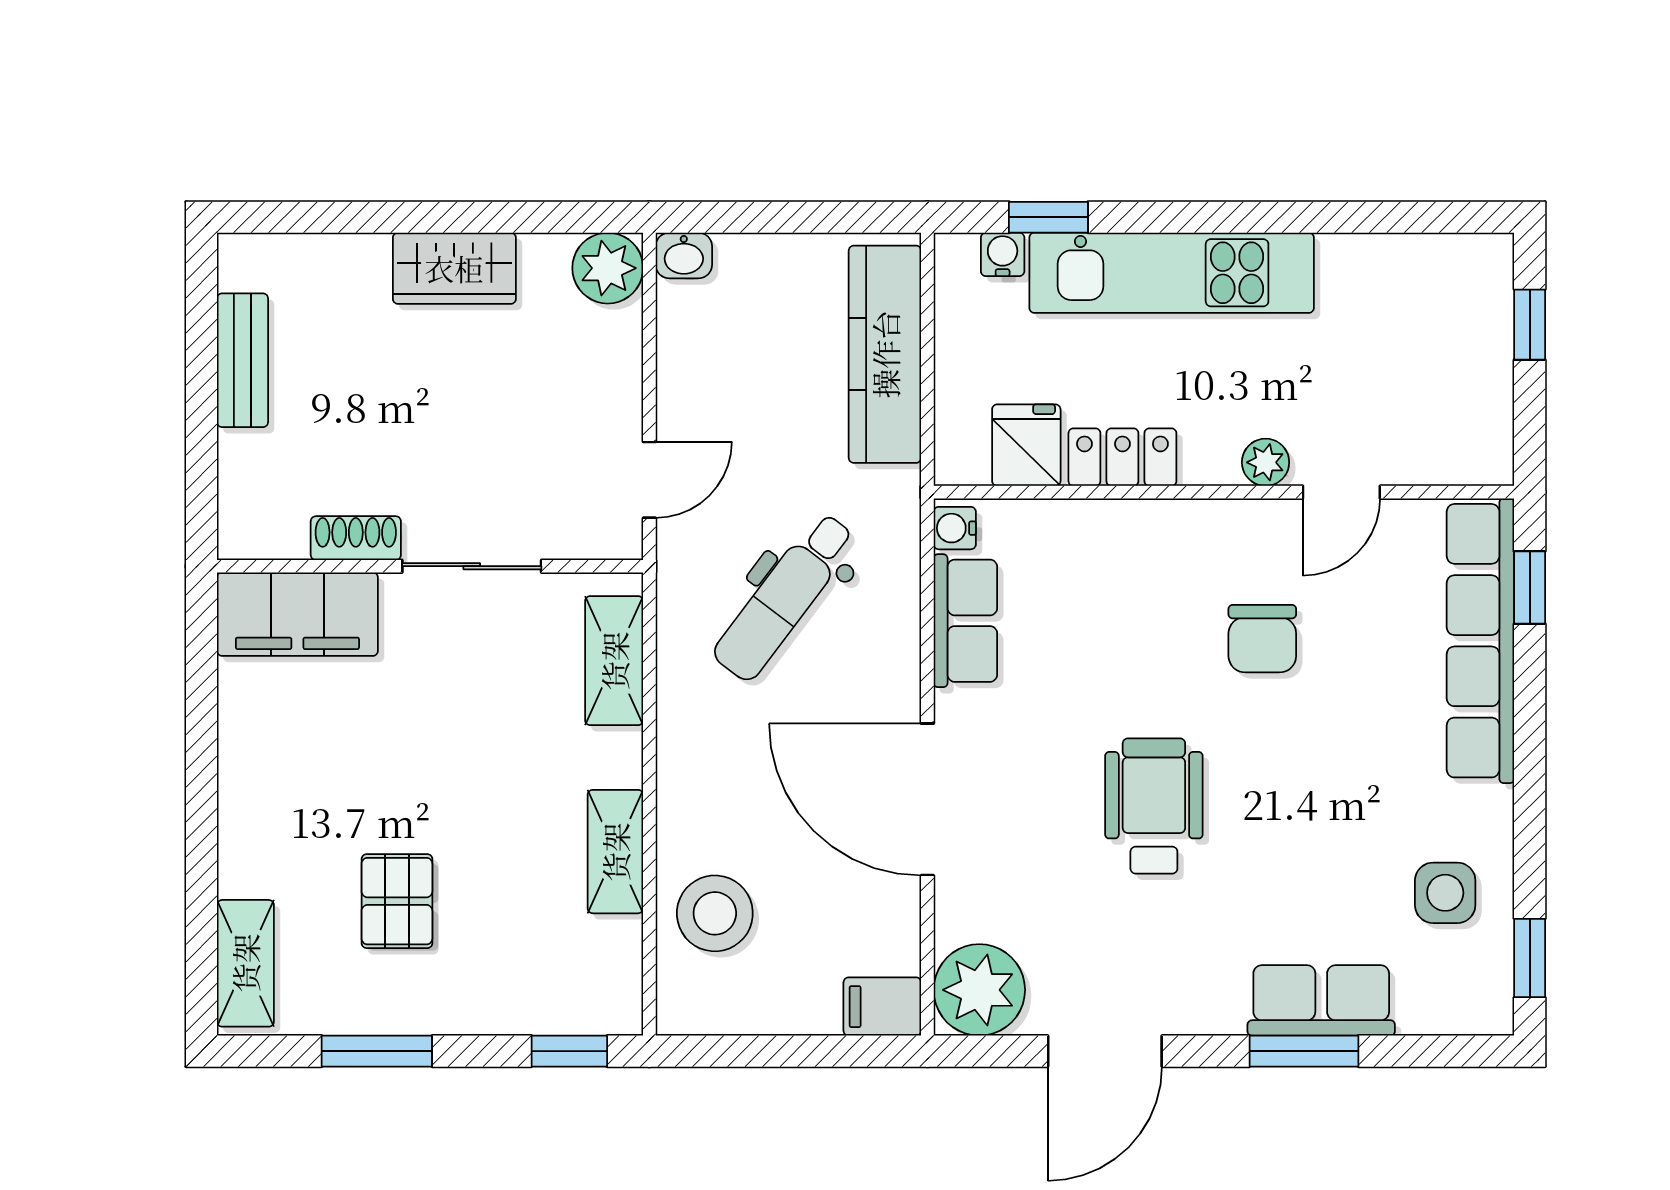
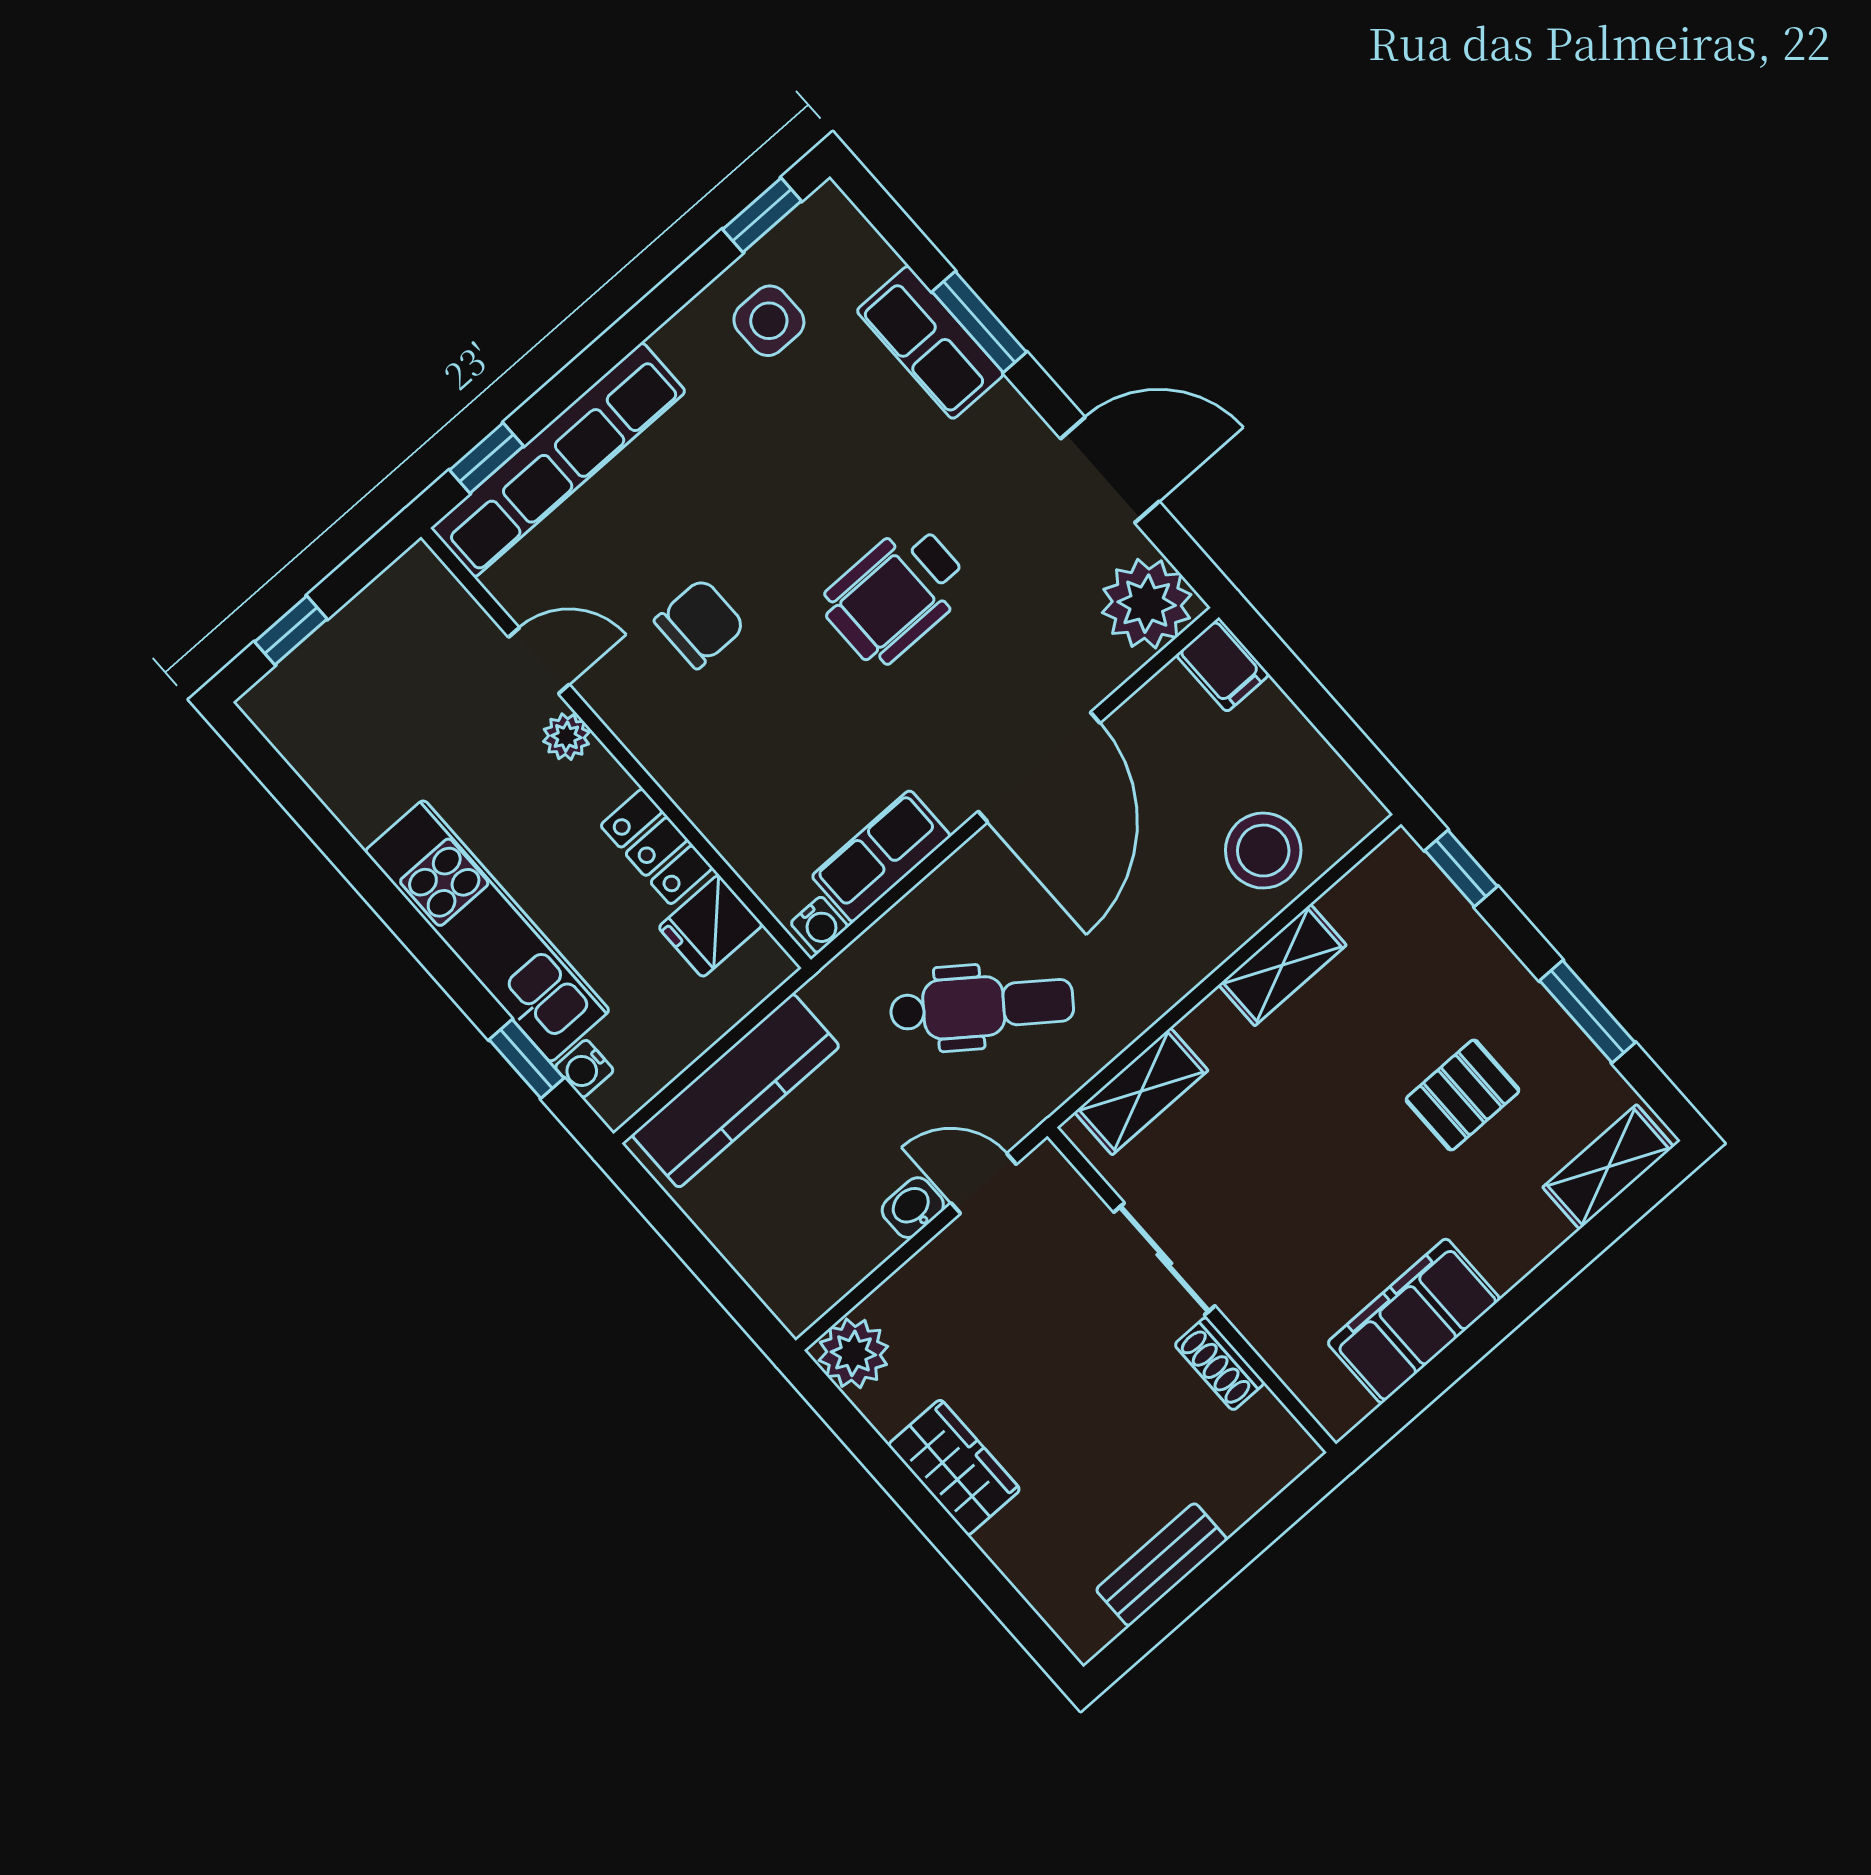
washbasin: (684, 255) -> (913, 1208), moved, turned -90
filing cabinet: (297, 614) -> (1414, 1321), moved, turned -90

